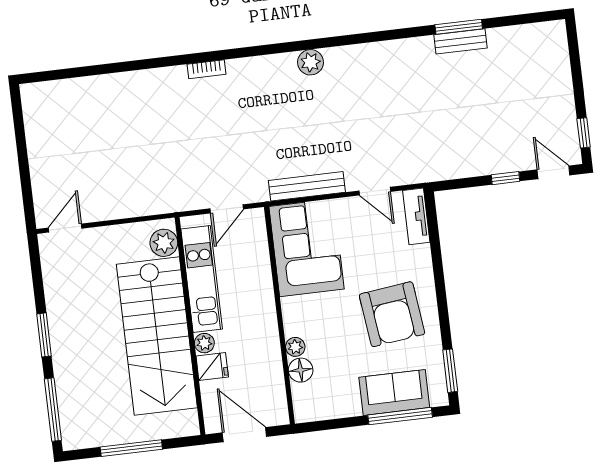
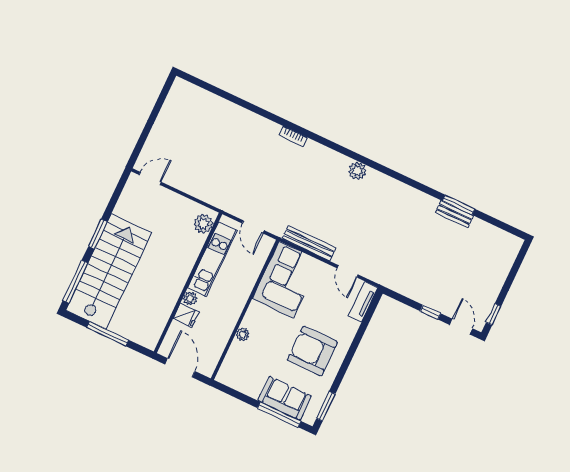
door: (227, 209) -> (253, 227), hinge flipped
armchair: (392, 314) -> (312, 351), turned 97
stairs: (157, 336) -> (109, 271), moved, turned 180
floor lamp: (301, 370) -> (237, 350), removed

